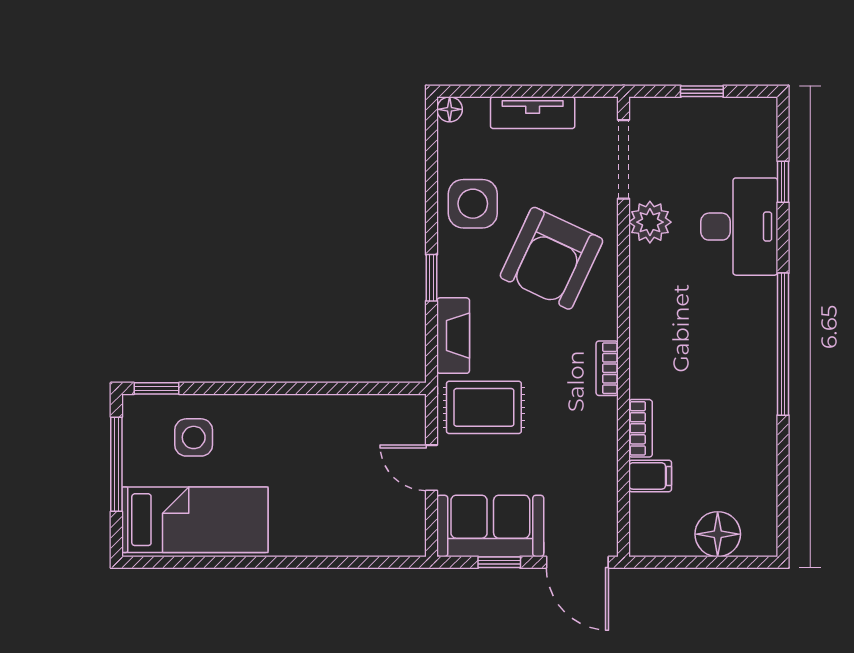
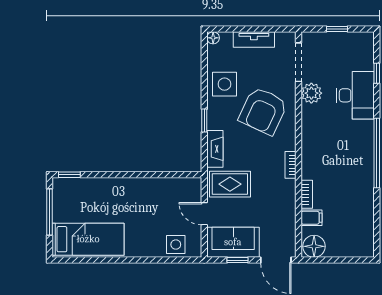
side table: (194, 437) -> (176, 245), moved
floor lamp: (718, 534) -> (314, 246), moved

